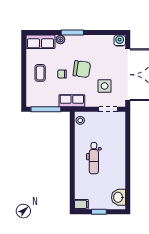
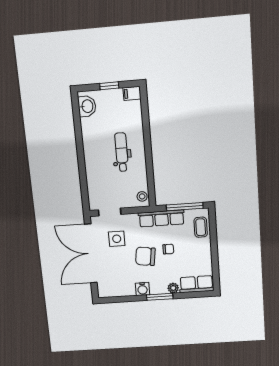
water cooler: (120, 41) -> (142, 289), moved
coffee table: (40, 73) -> (201, 227), moved
row of seats: (72, 101) -> (161, 218), width x1.48

